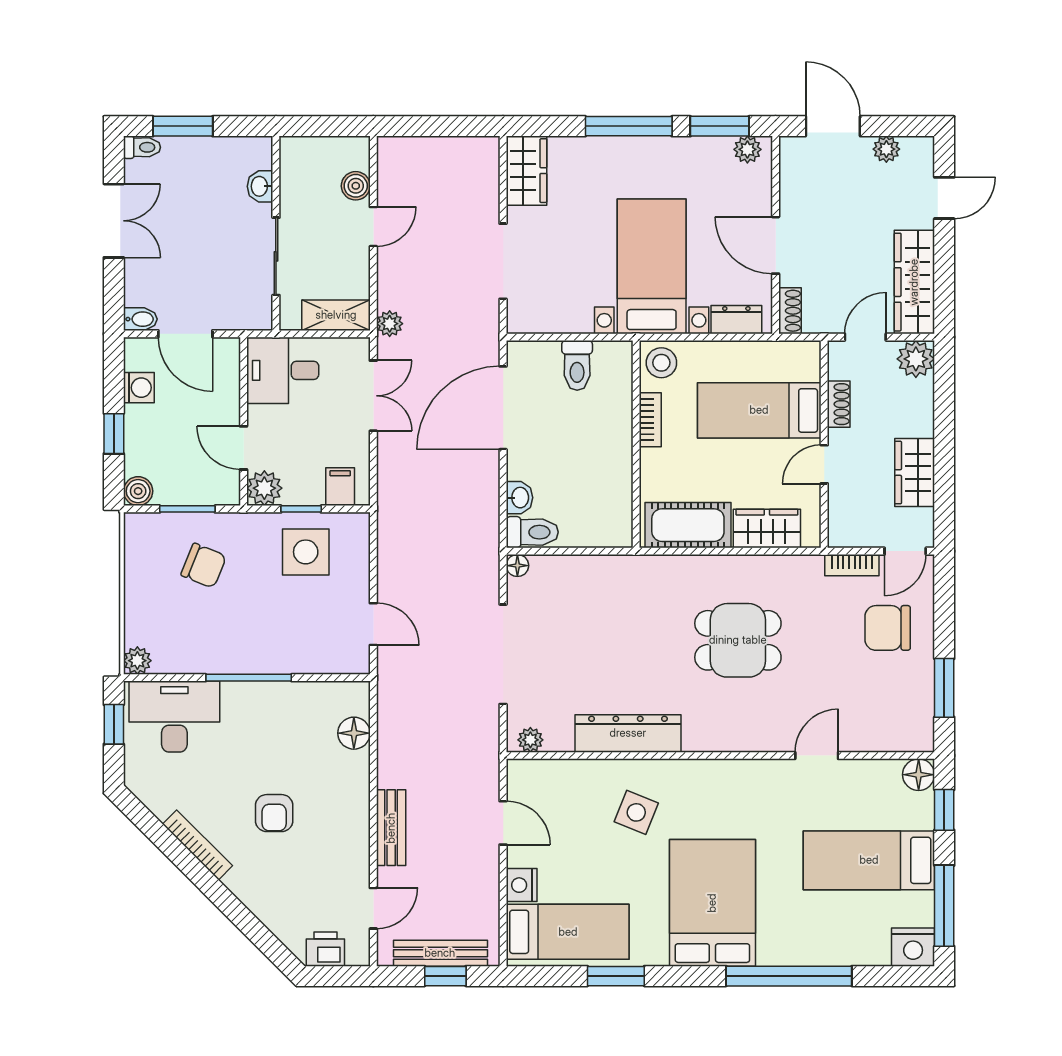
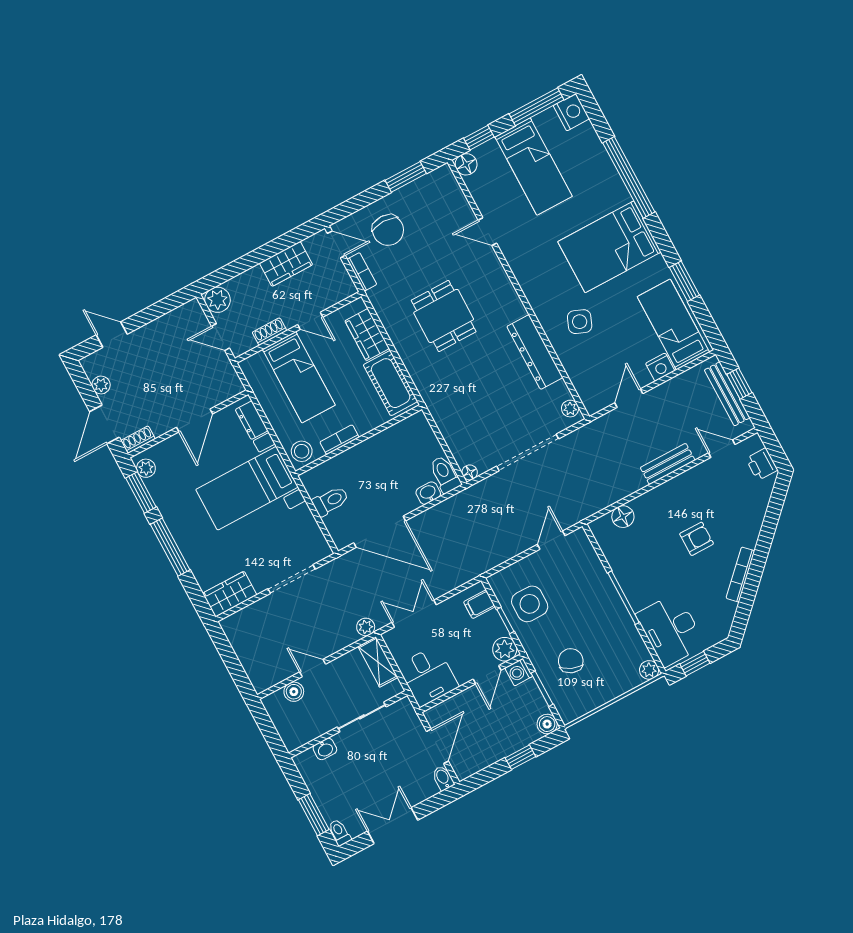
wardrobe: (914, 282) -> (172, 325), removed
shoe rack: (790, 311) -> (138, 440), moved
washing machine: (139, 388) -> (519, 672), moved, turned -90

